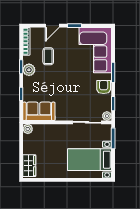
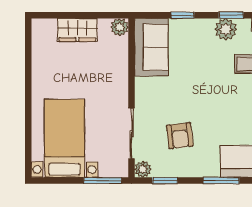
armchair: (104, 87) -> (180, 136), moved, turned 83
wardrobe: (29, 166) -> (77, 30), moved

